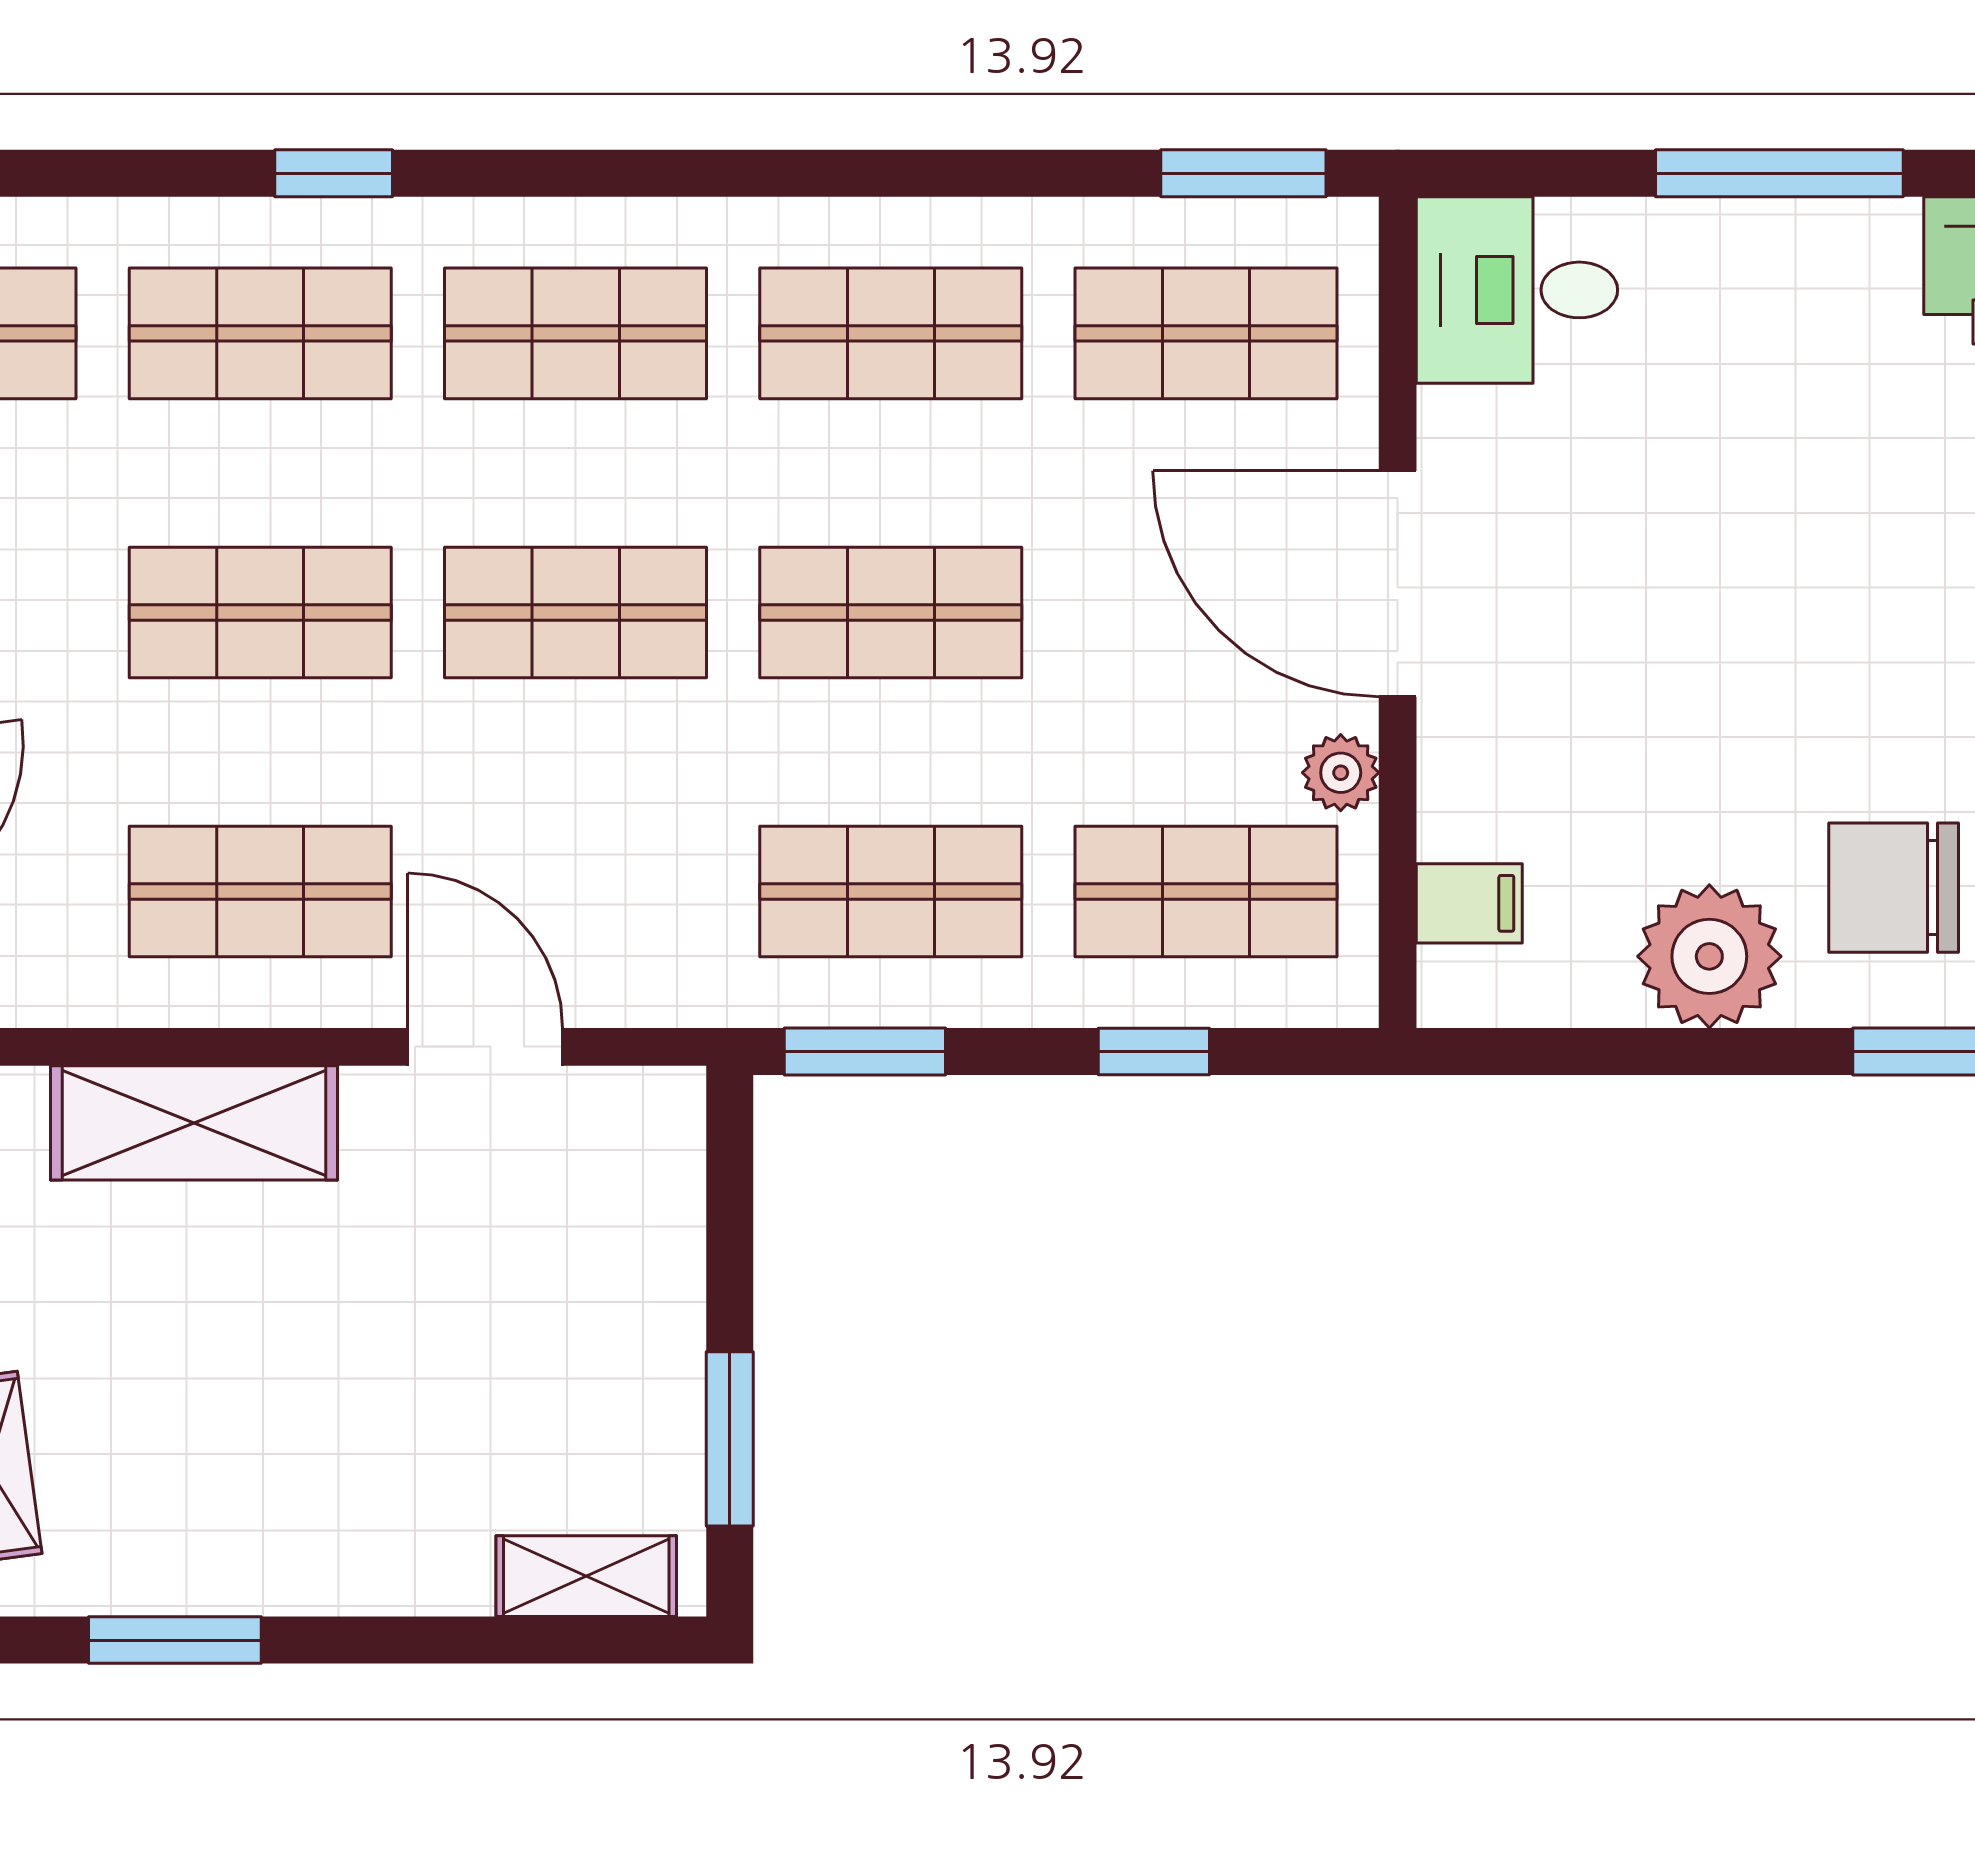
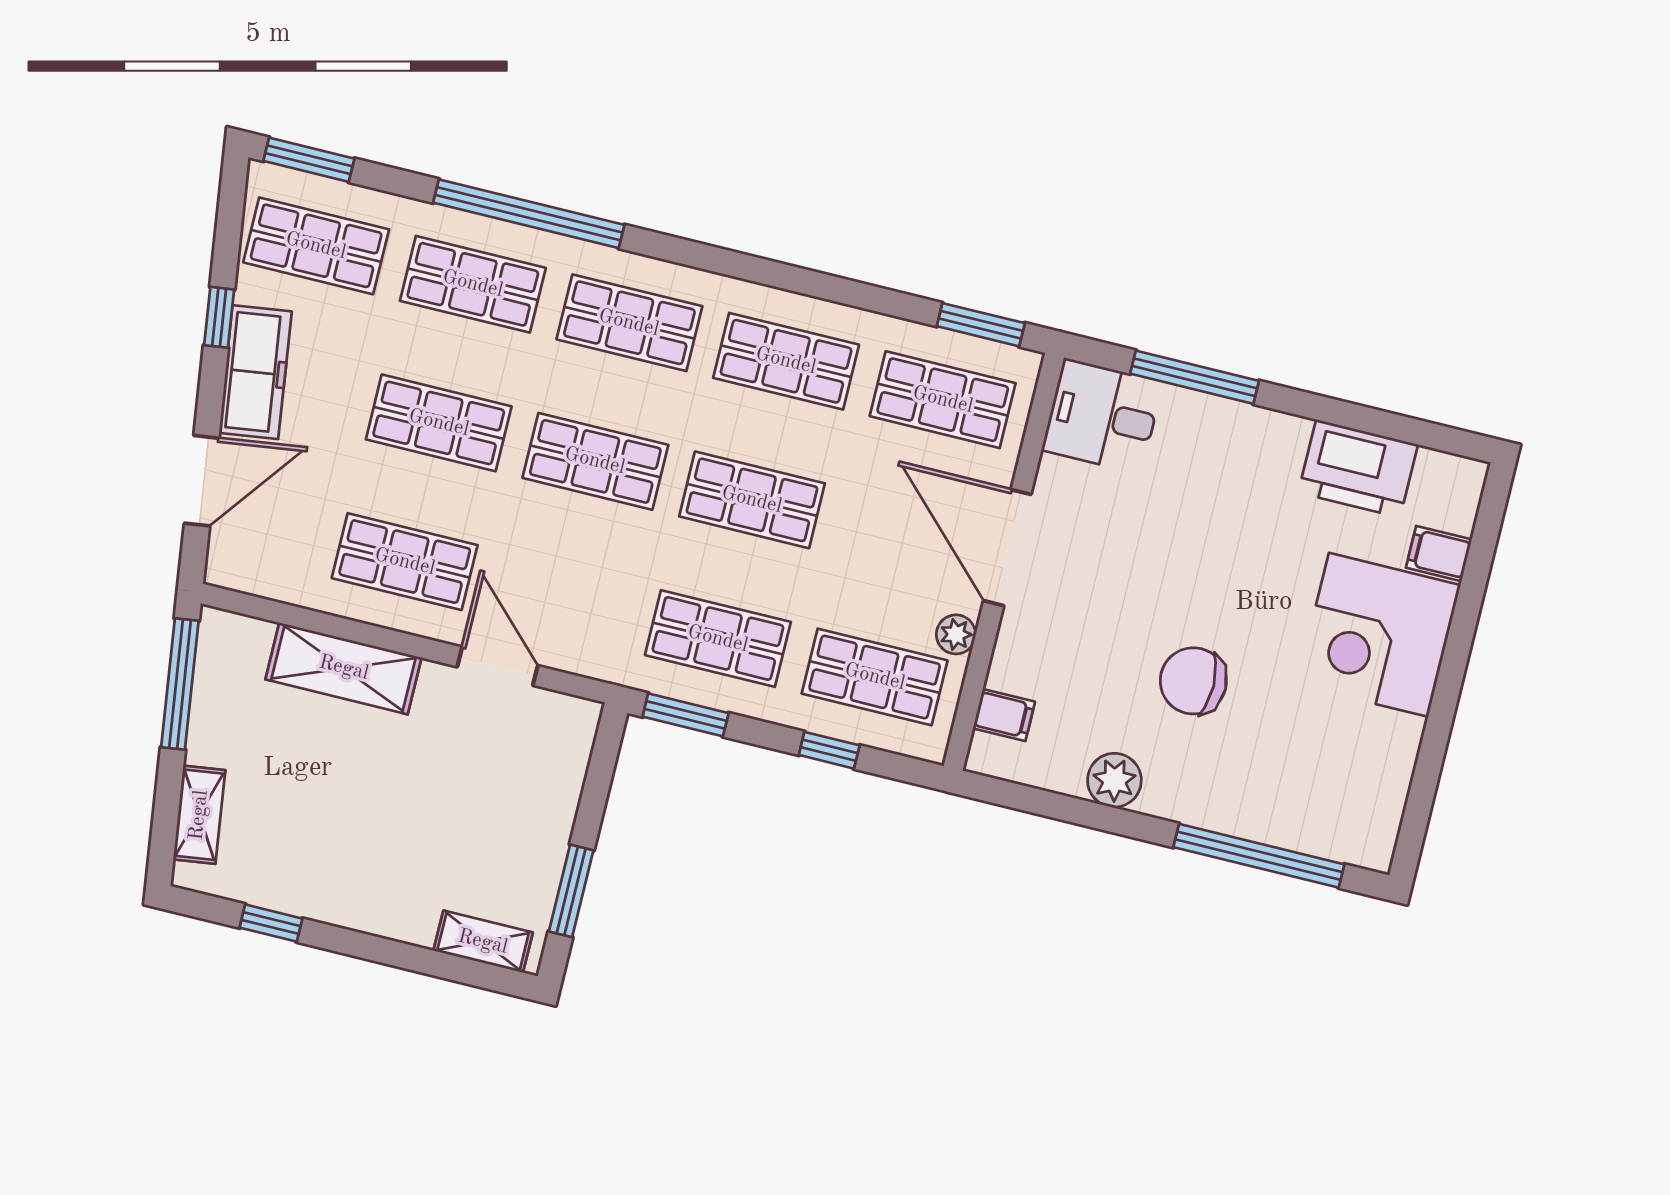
window: (334, 173) -> (529, 214), width x3.17
window: (1779, 173) -> (1195, 377), moved
chair: (1894, 888) -> (1193, 681), moved
plant: (1709, 956) -> (1114, 780), width x0.73, depth x0.73
window: (175, 1640) -> (271, 923), width x0.67

